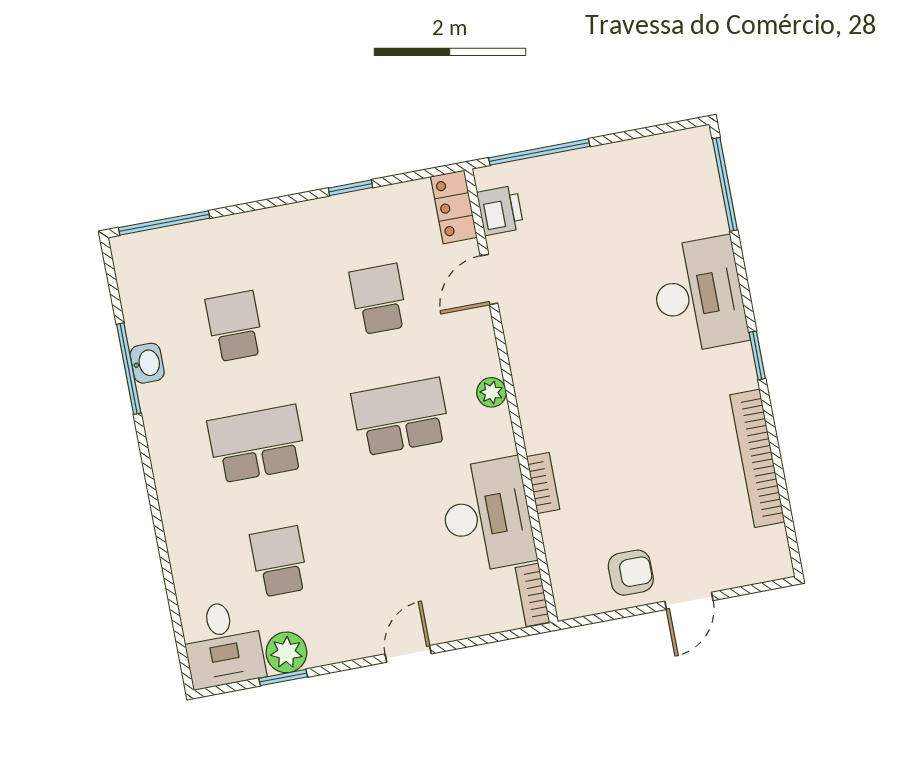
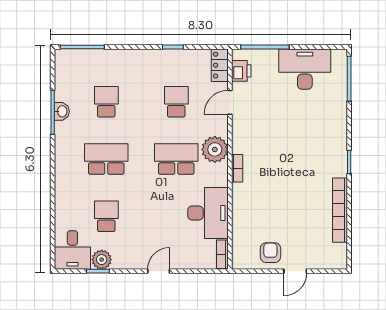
desk: (699, 295) -> (305, 69), moved, turned -90
plant: (491, 392) -> (215, 149), width x1.88, depth x1.88
bookcase: (543, 483) -> (237, 168), moved
armchair: (631, 573) -> (270, 253), turned -90

